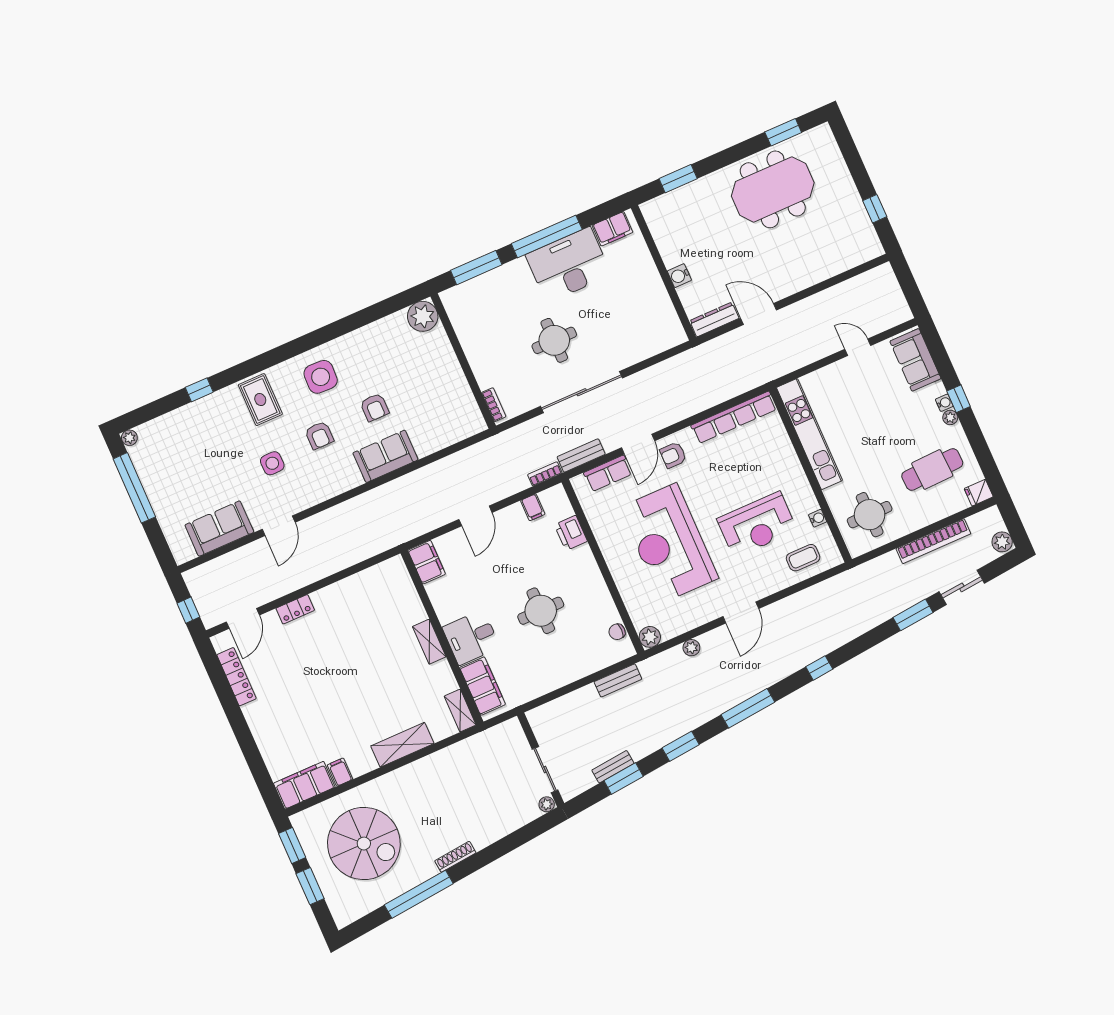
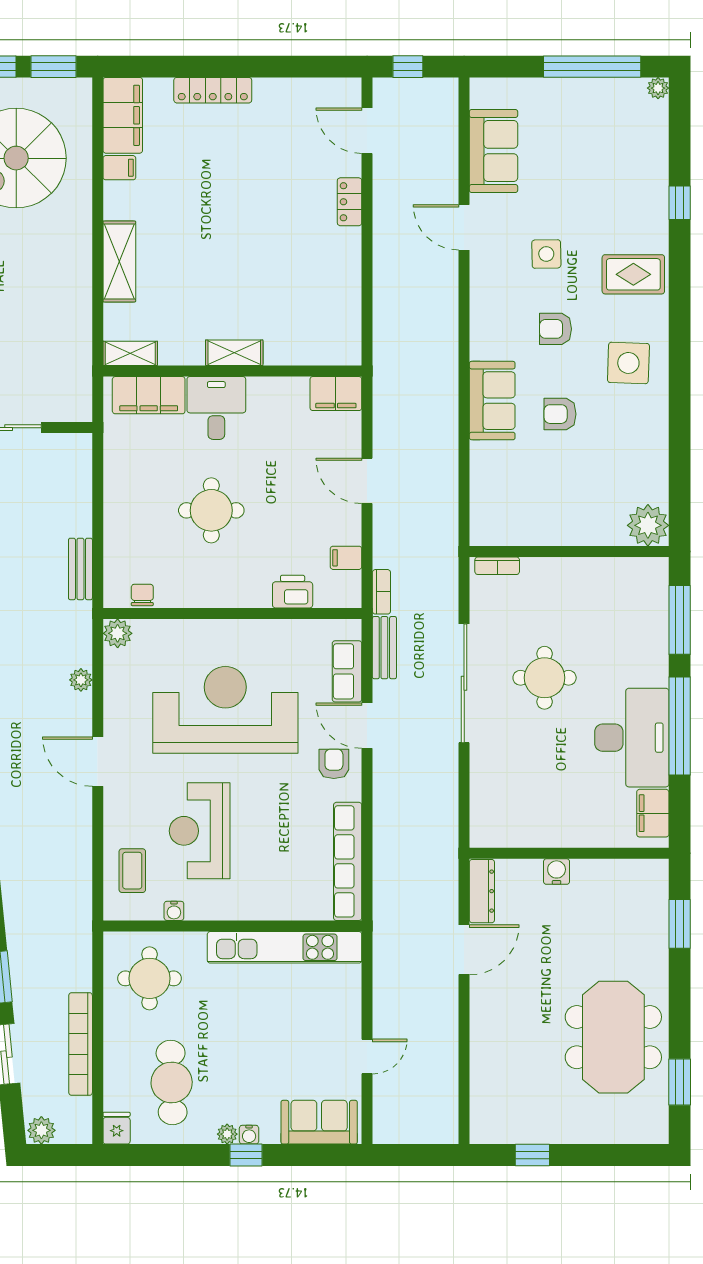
locker: (236, 677) -> (213, 90), moved

